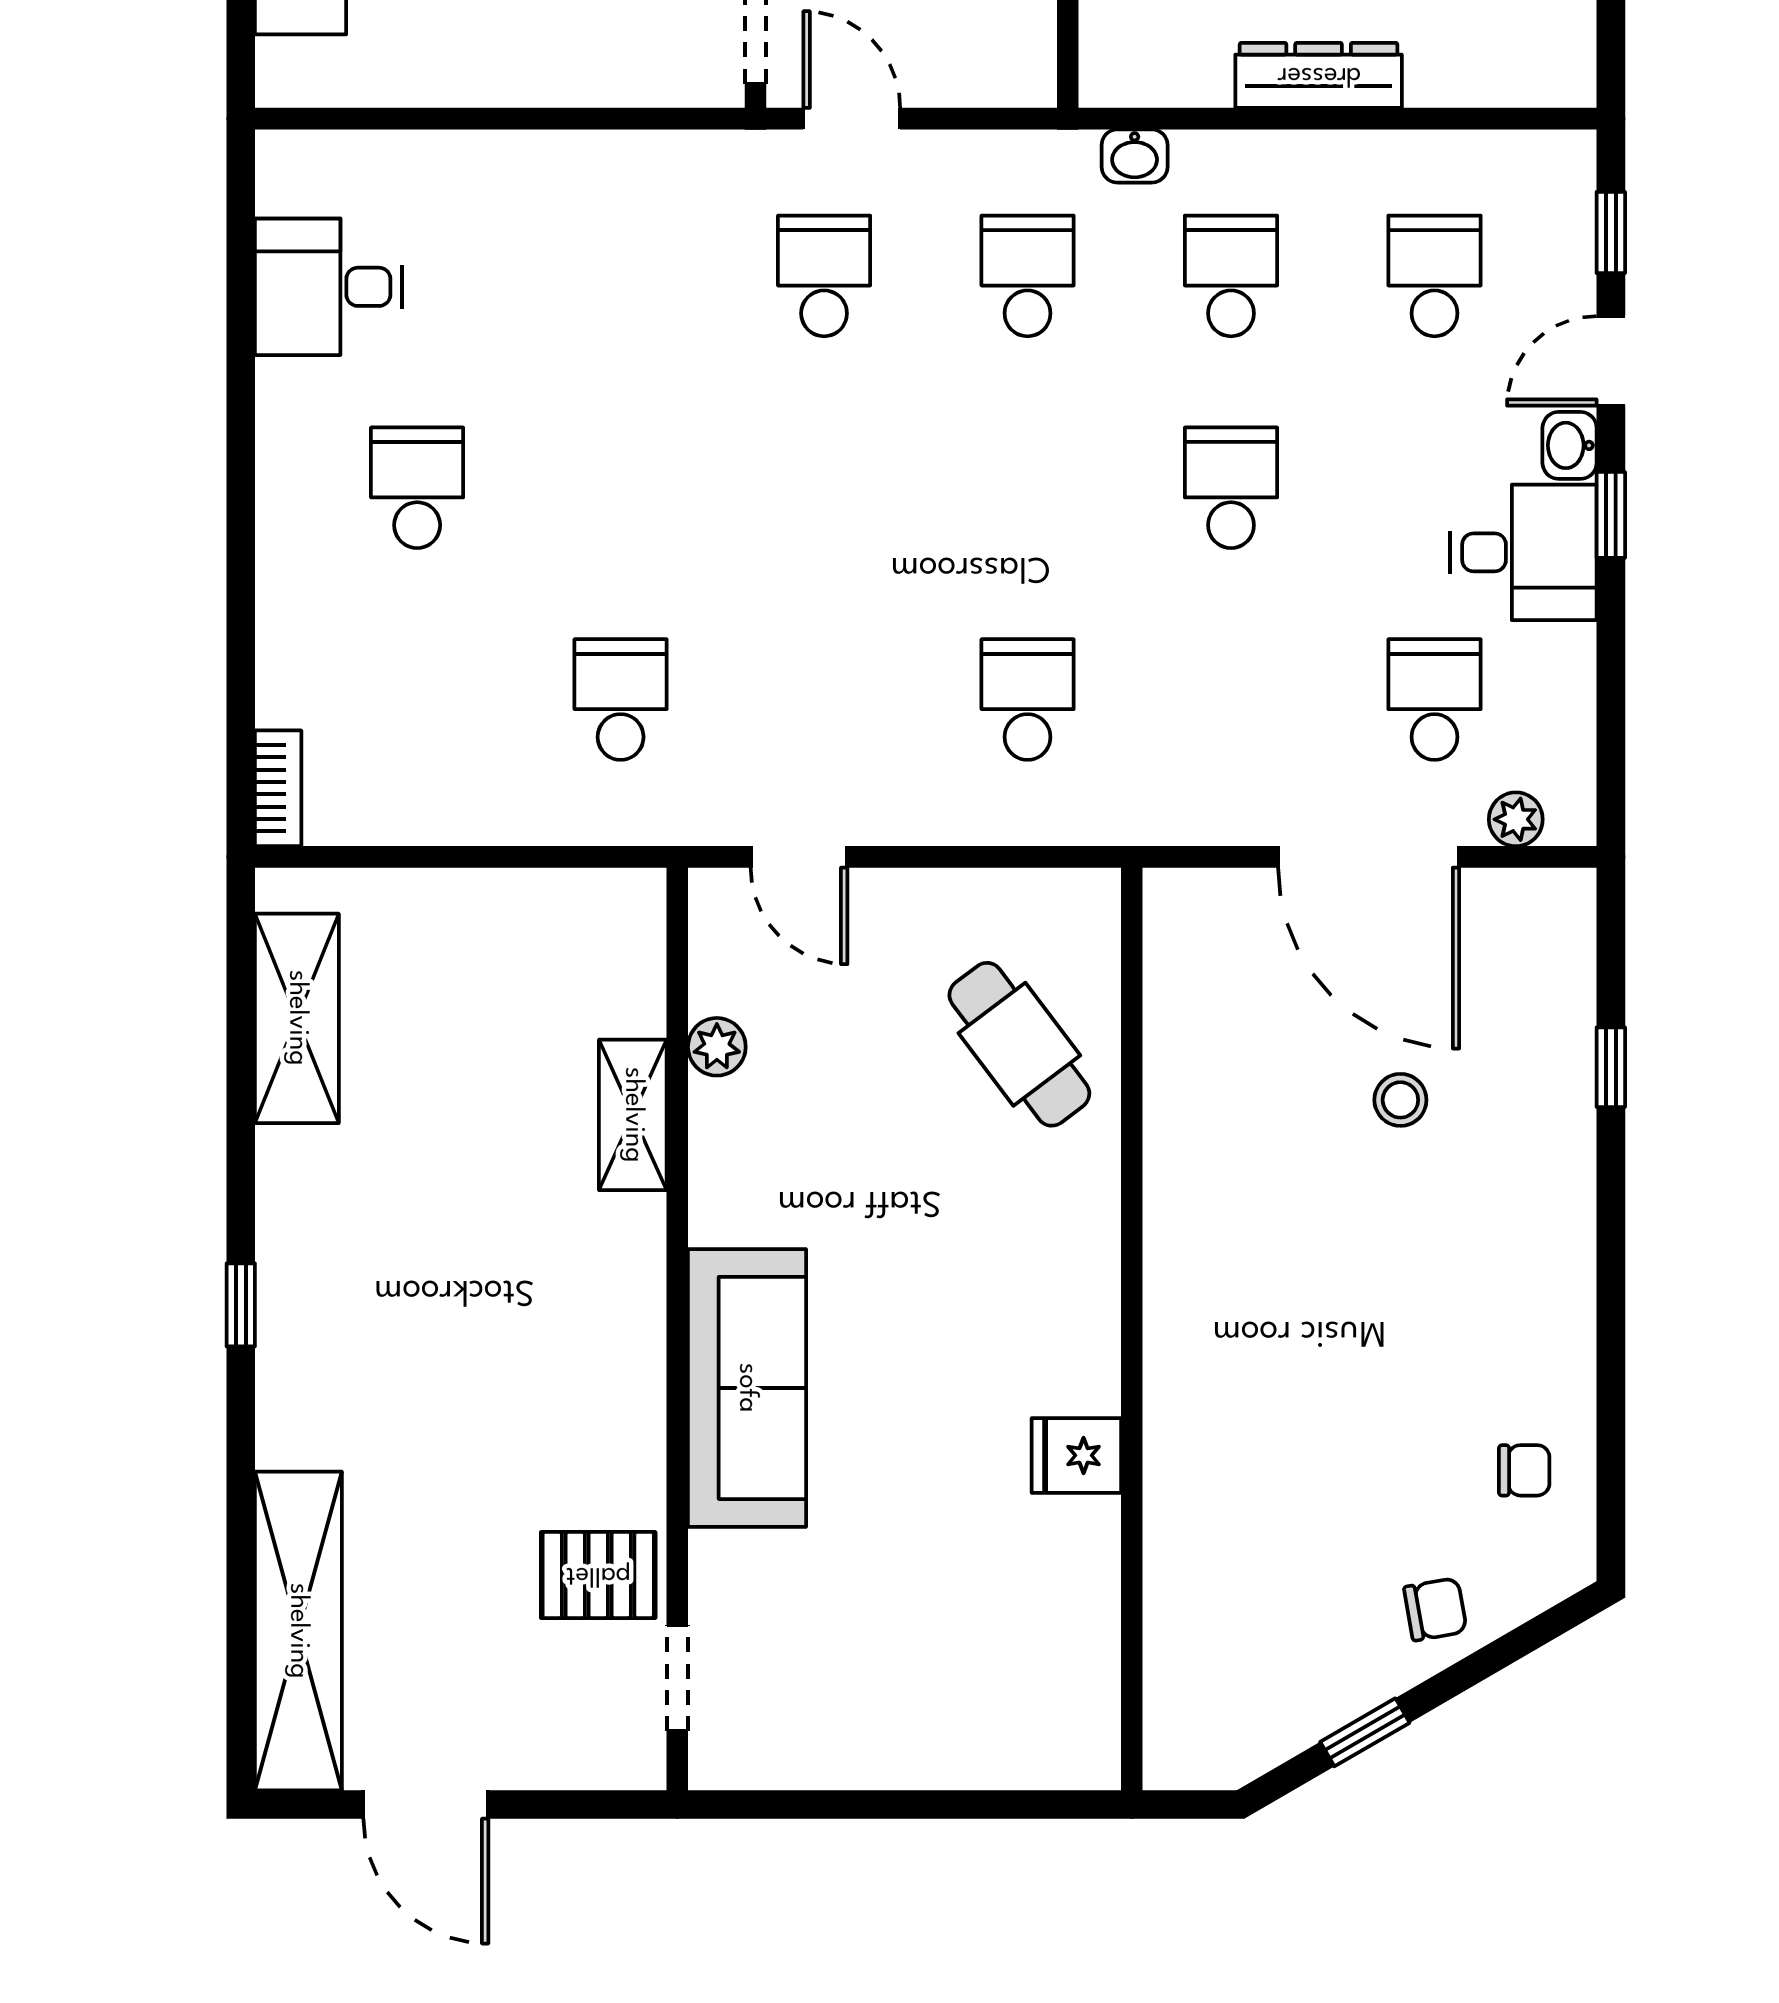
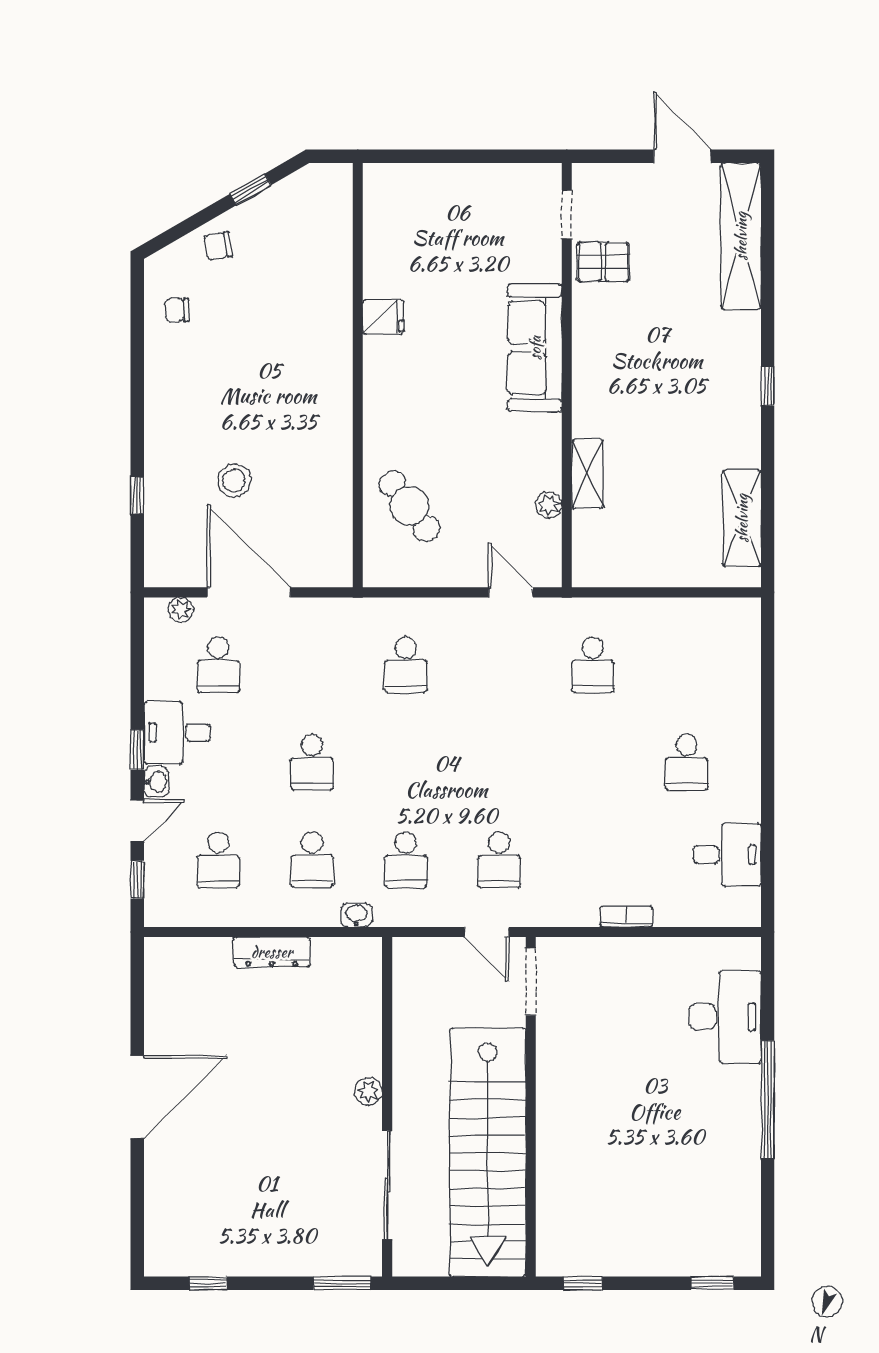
bookcase: (278, 788) -> (626, 917), moved, turned 90
stool: (1400, 1100) -> (234, 481), width x1.37, depth x1.37

